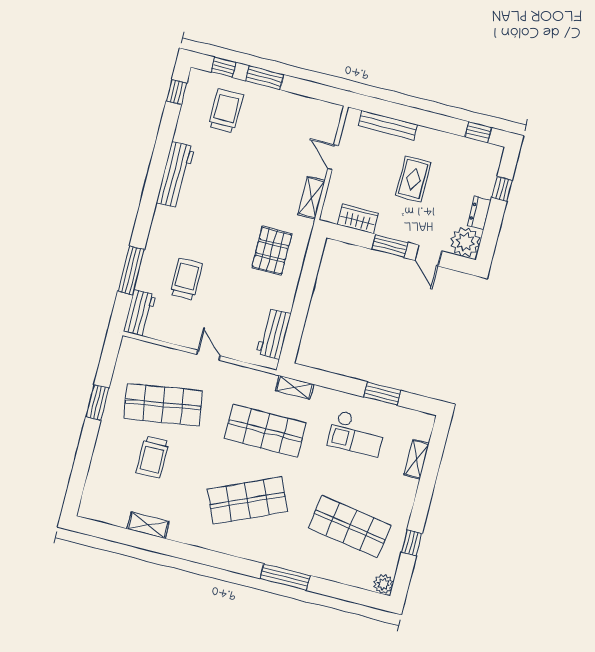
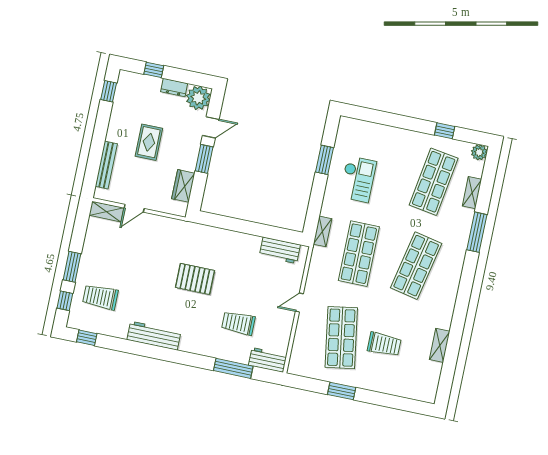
rug: (413, 179) -> (149, 142), turned 90
shelving: (311, 198) -> (106, 212), moved
pallet: (272, 251) -> (195, 279), moved
shelving: (417, 459) -> (472, 193), moved, turned 90
shop shelf: (247, 501) -> (416, 266), turned 36

